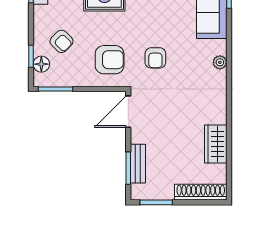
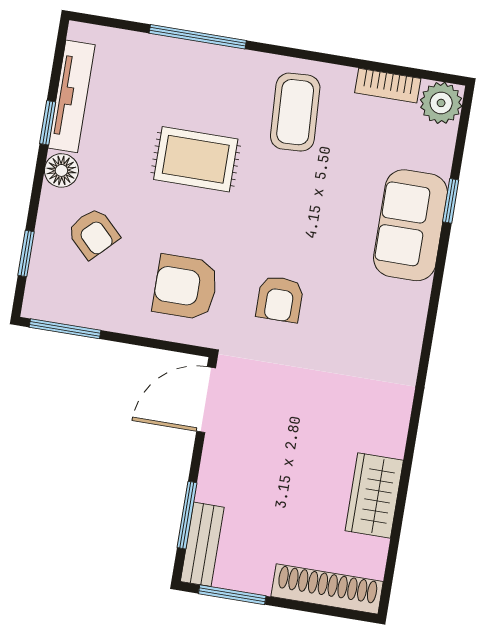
armchair: (110, 60) -> (185, 287), turned 180
plant: (220, 62) -> (410, 330), removed
floor lamp: (41, 64) -> (61, 170), moved
bench: (138, 164) -> (202, 544), moved

